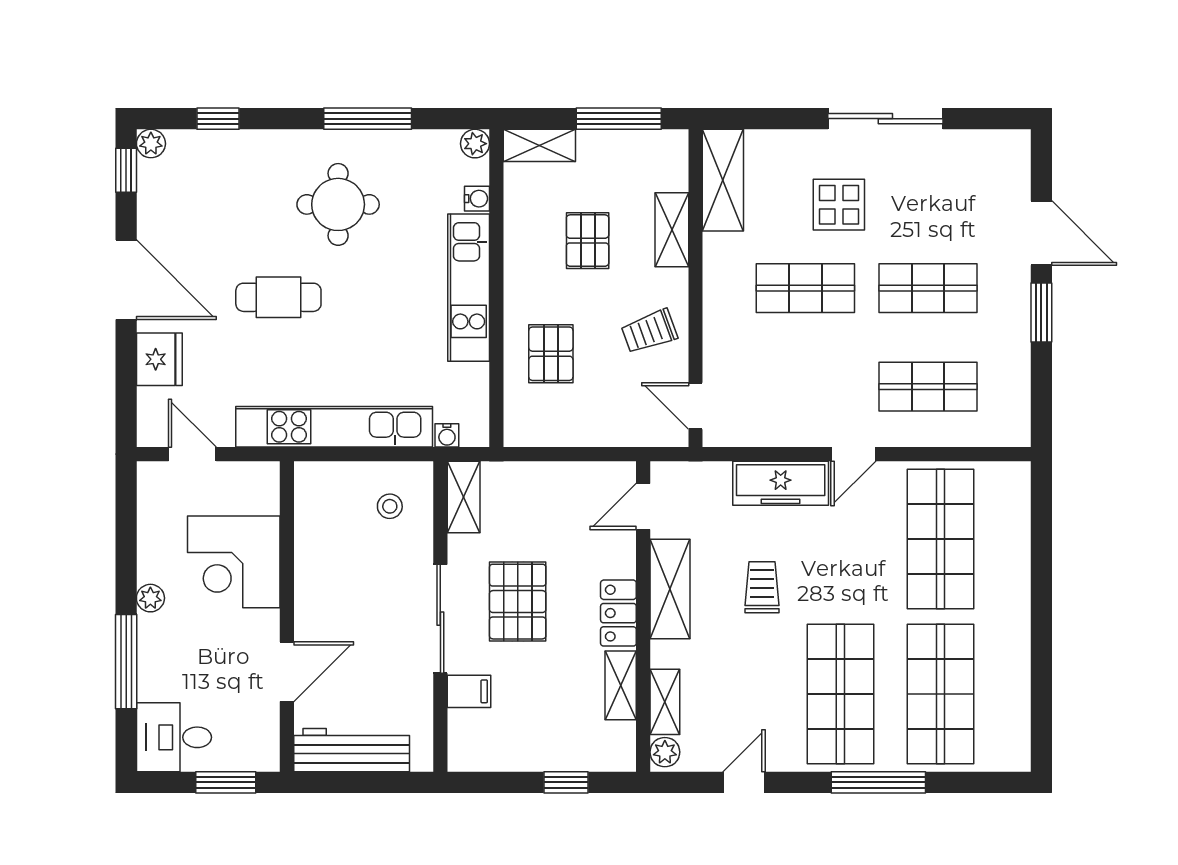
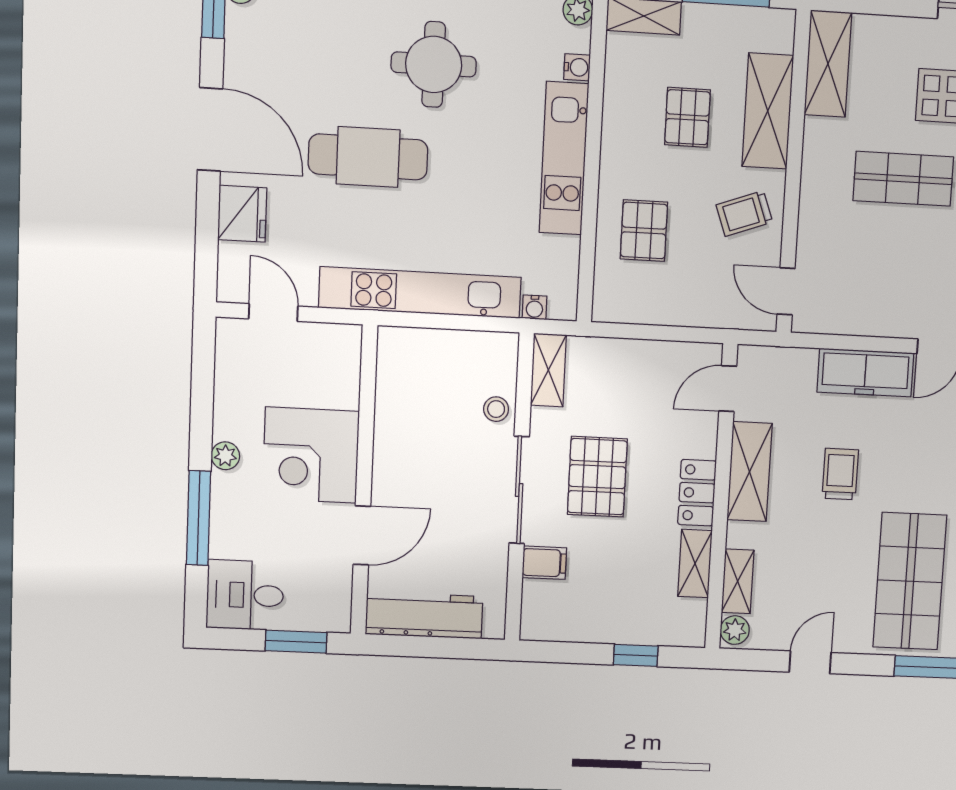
shelving: (672, 230) -> (768, 111), width x1.50, depth x1.33
cafe table: (278, 297) -> (368, 157), width x1.37, depth x1.35
stool: (390, 506) -> (496, 409), moved
corner desk: (234, 562) -> (311, 455), moved

